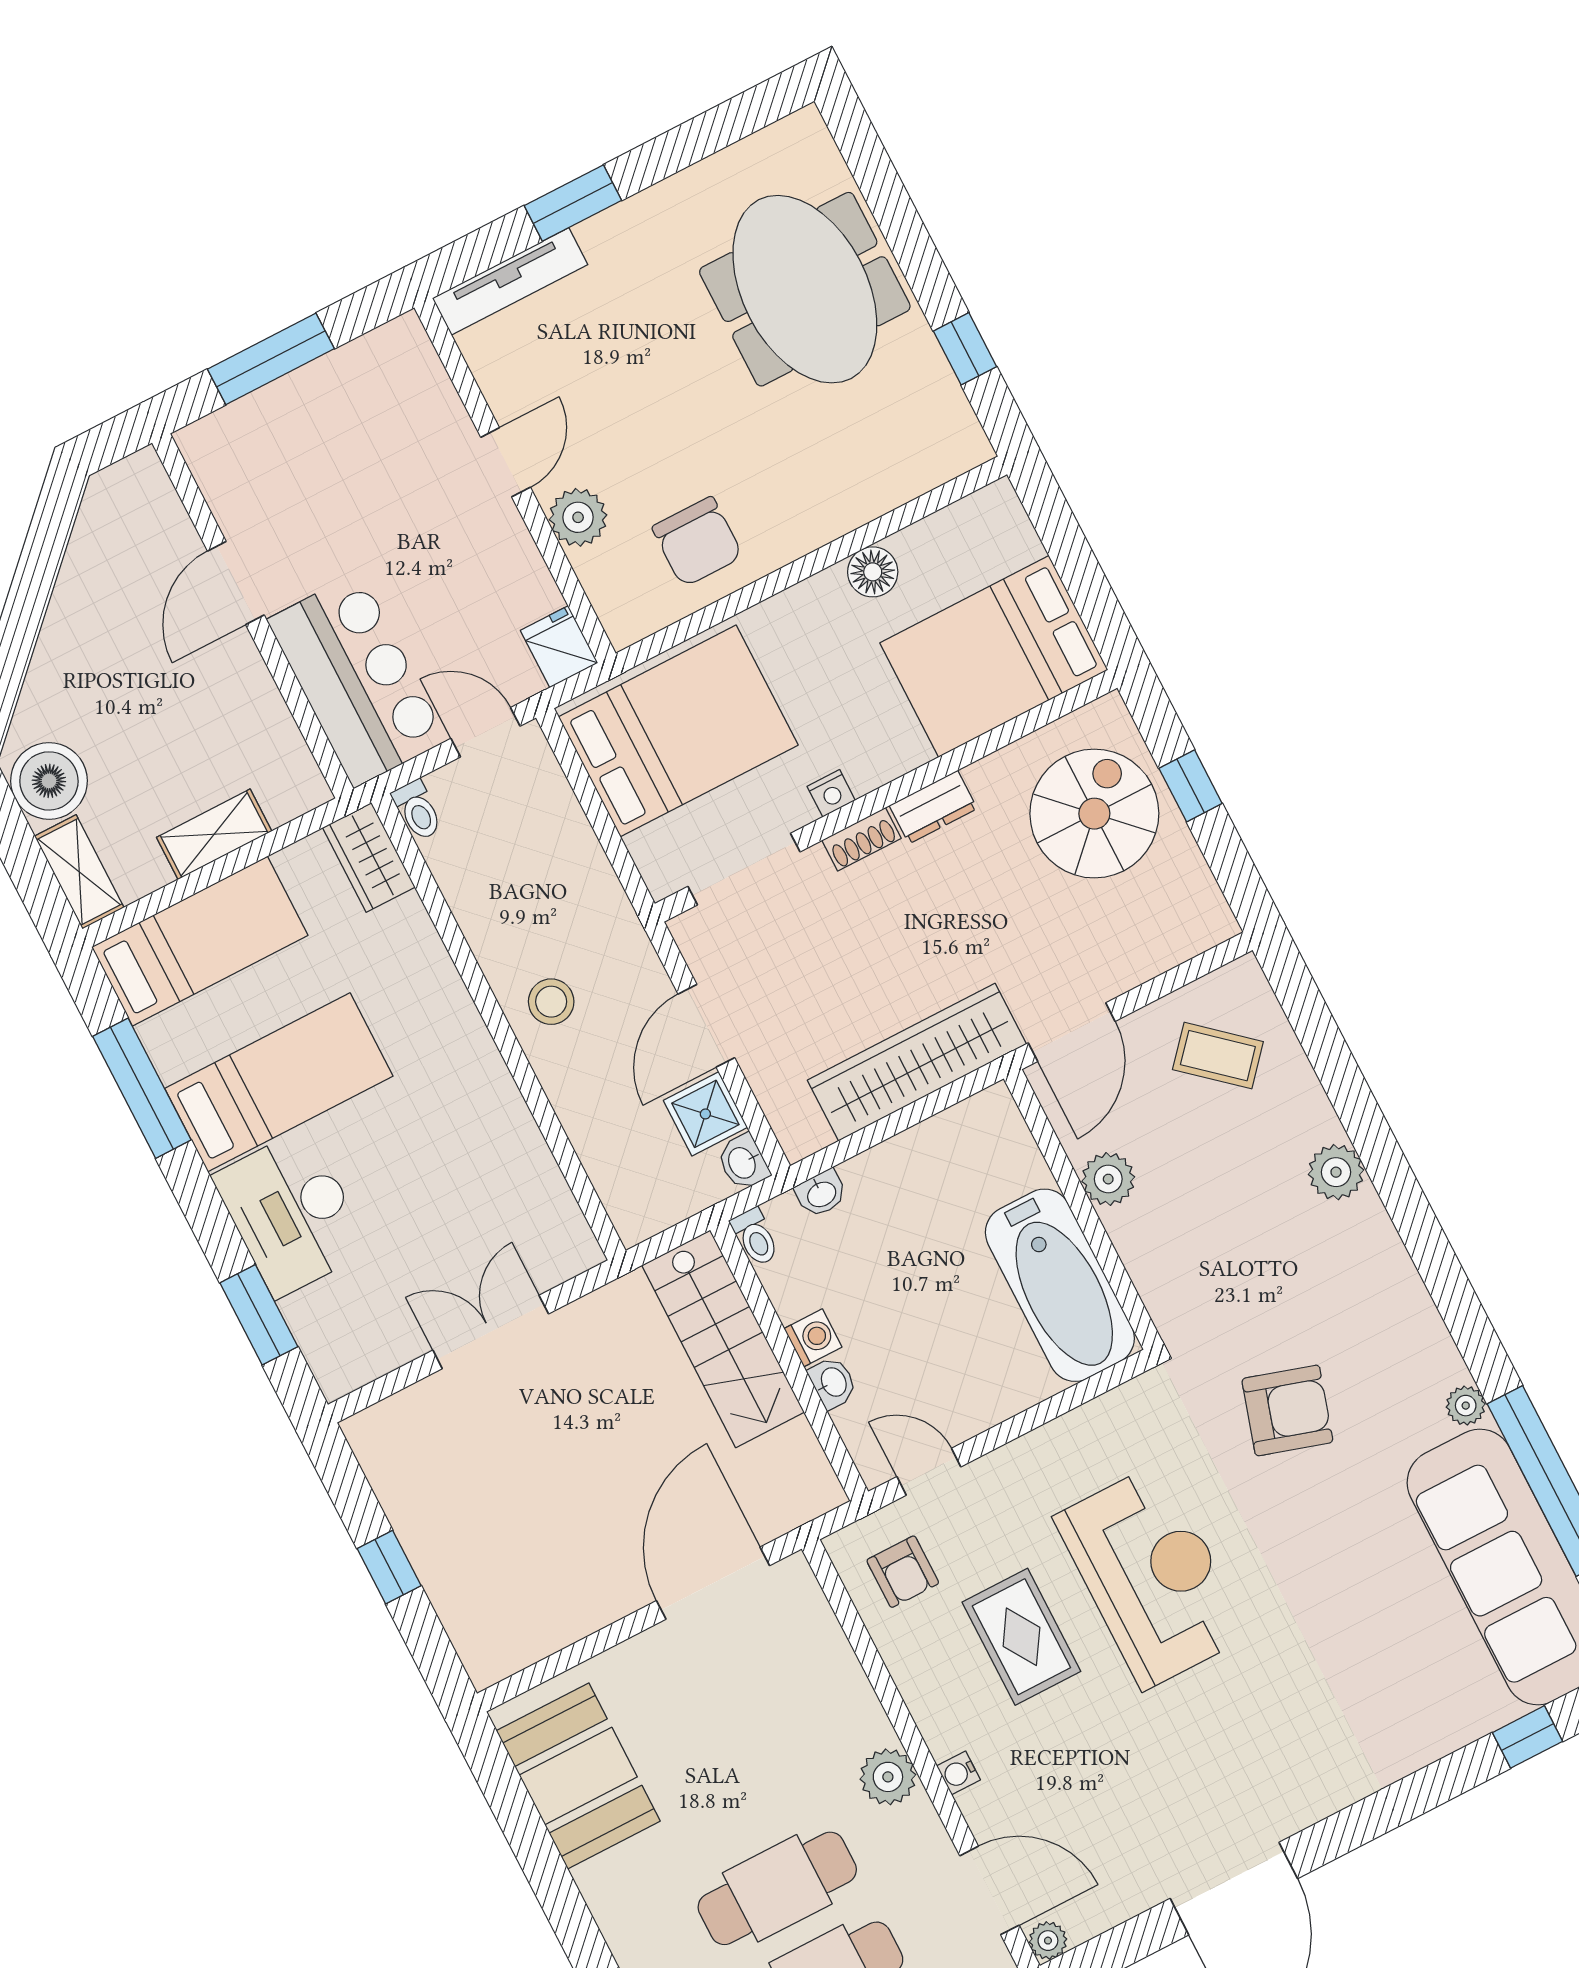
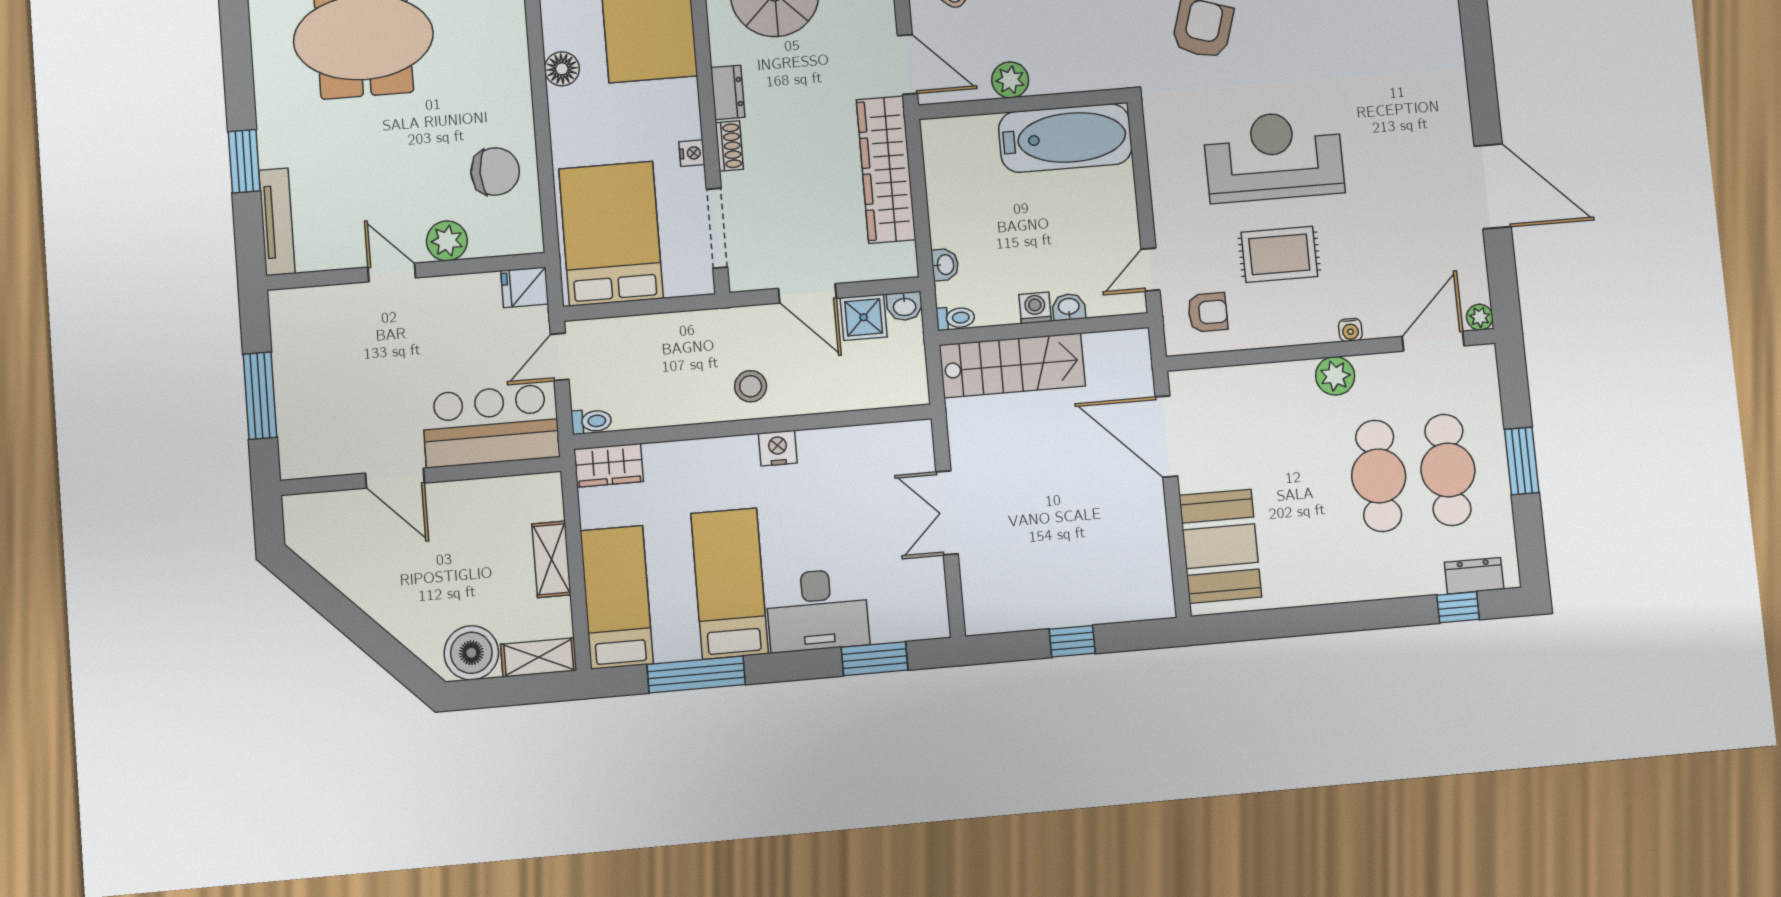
nightstand: (484, 1072) -> (778, 448), added
booth: (578, 1776) -> (1220, 546), moved, turned 90

